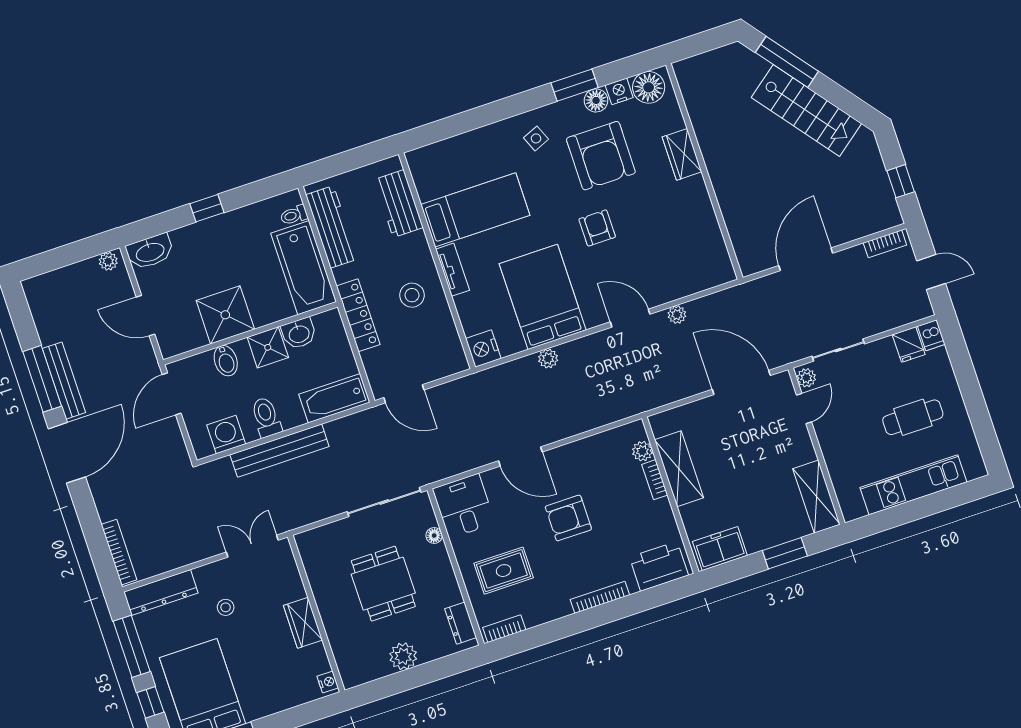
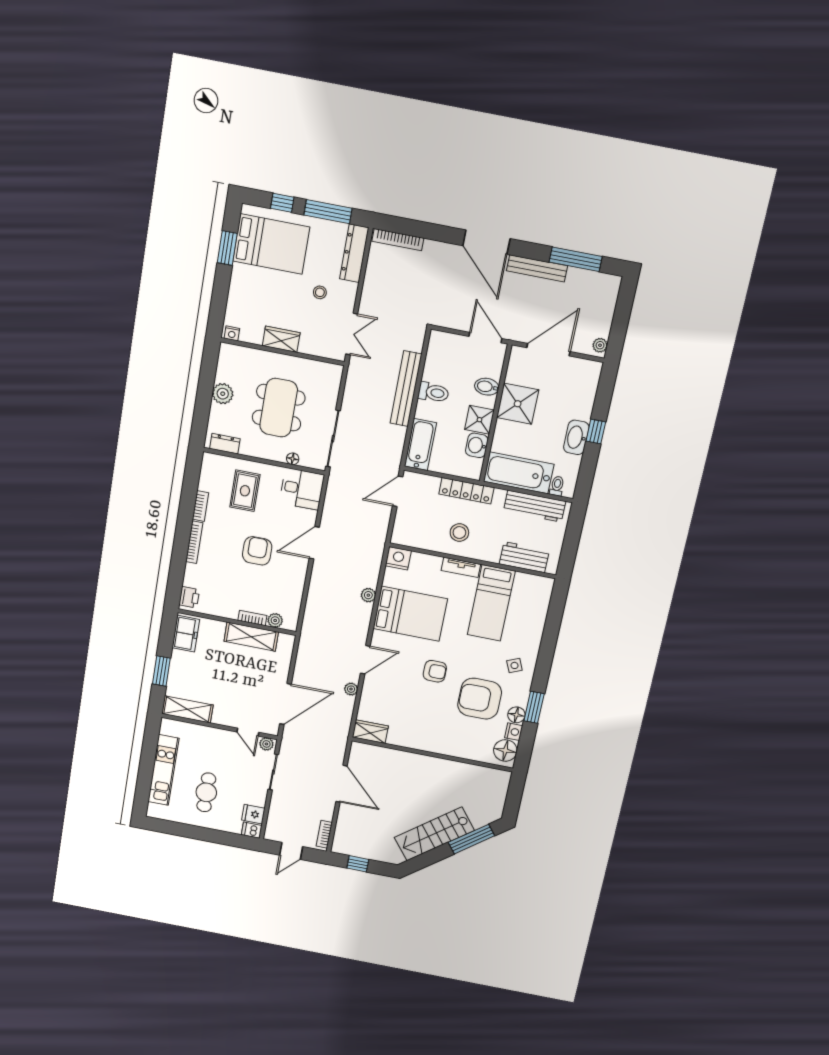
wardrobe: (682, 154) -> (370, 732), moved
washbasin: (150, 252) -> (576, 437), moved
door: (145, 316) -> (548, 350), width x1.36
window: (42, 379) -> (576, 259), moved
washing machine: (226, 434) -> (437, 359), removed
printer: (659, 566) -> (189, 597), width x0.53, depth x0.68
dining table: (383, 584) -> (279, 408), width x1.38
bookcase: (504, 629) -> (200, 506), moved

